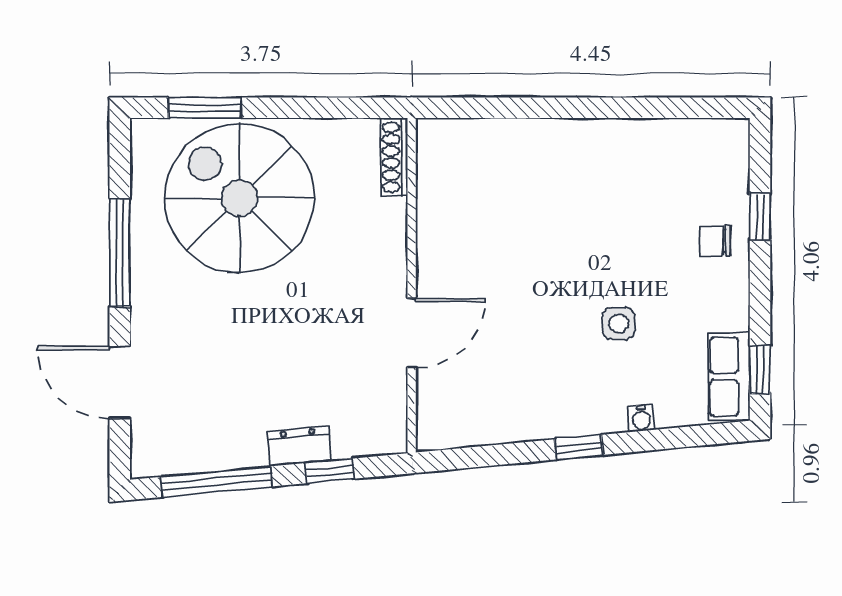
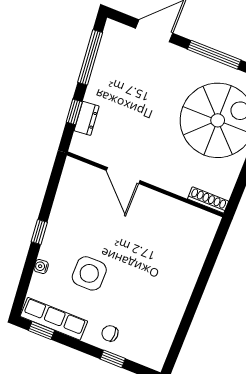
chair: (715, 241) -> (110, 333), turned -90
side table: (619, 323) -> (89, 273), width x1.87, depth x1.87
row of seats: (729, 377) -> (54, 319), width x1.48
dresser: (299, 446) -> (87, 118), moved

